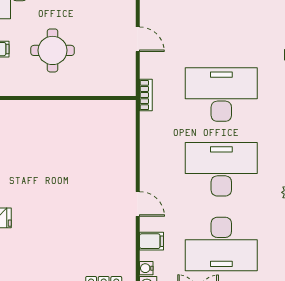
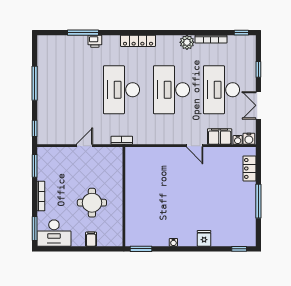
door: (138, 204) -> (195, 146), swing flipped
filing cabinet: (151, 241) -> (220, 137), width x2.00
desk: (221, 244) -> (222, 90), turned 180

